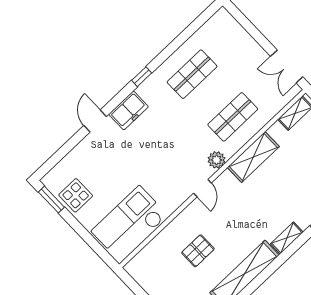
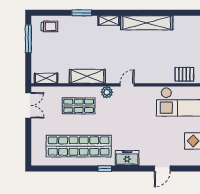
shop shelf: (192, 74) -> (79, 146), width x2.00, depth x1.36
door: (95, 121) -> (162, 169), moved
pallet: (198, 251) -> (184, 74), moved

